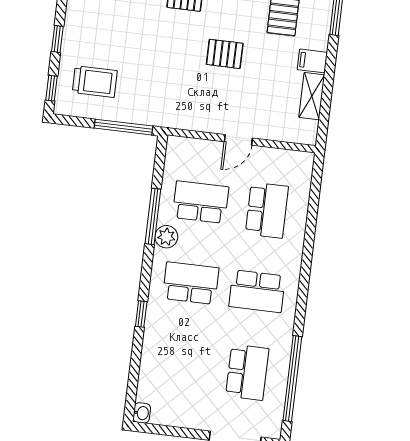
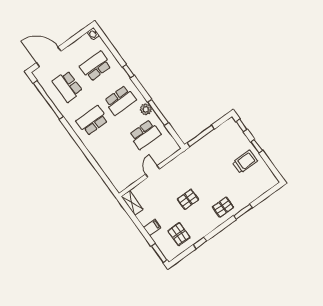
trolley: (95, 82) -> (245, 162), moved, turned 180
shelving: (312, 96) -> (132, 203), moved
school desk: (267, 210) -> (95, 66), moved, turned 90

